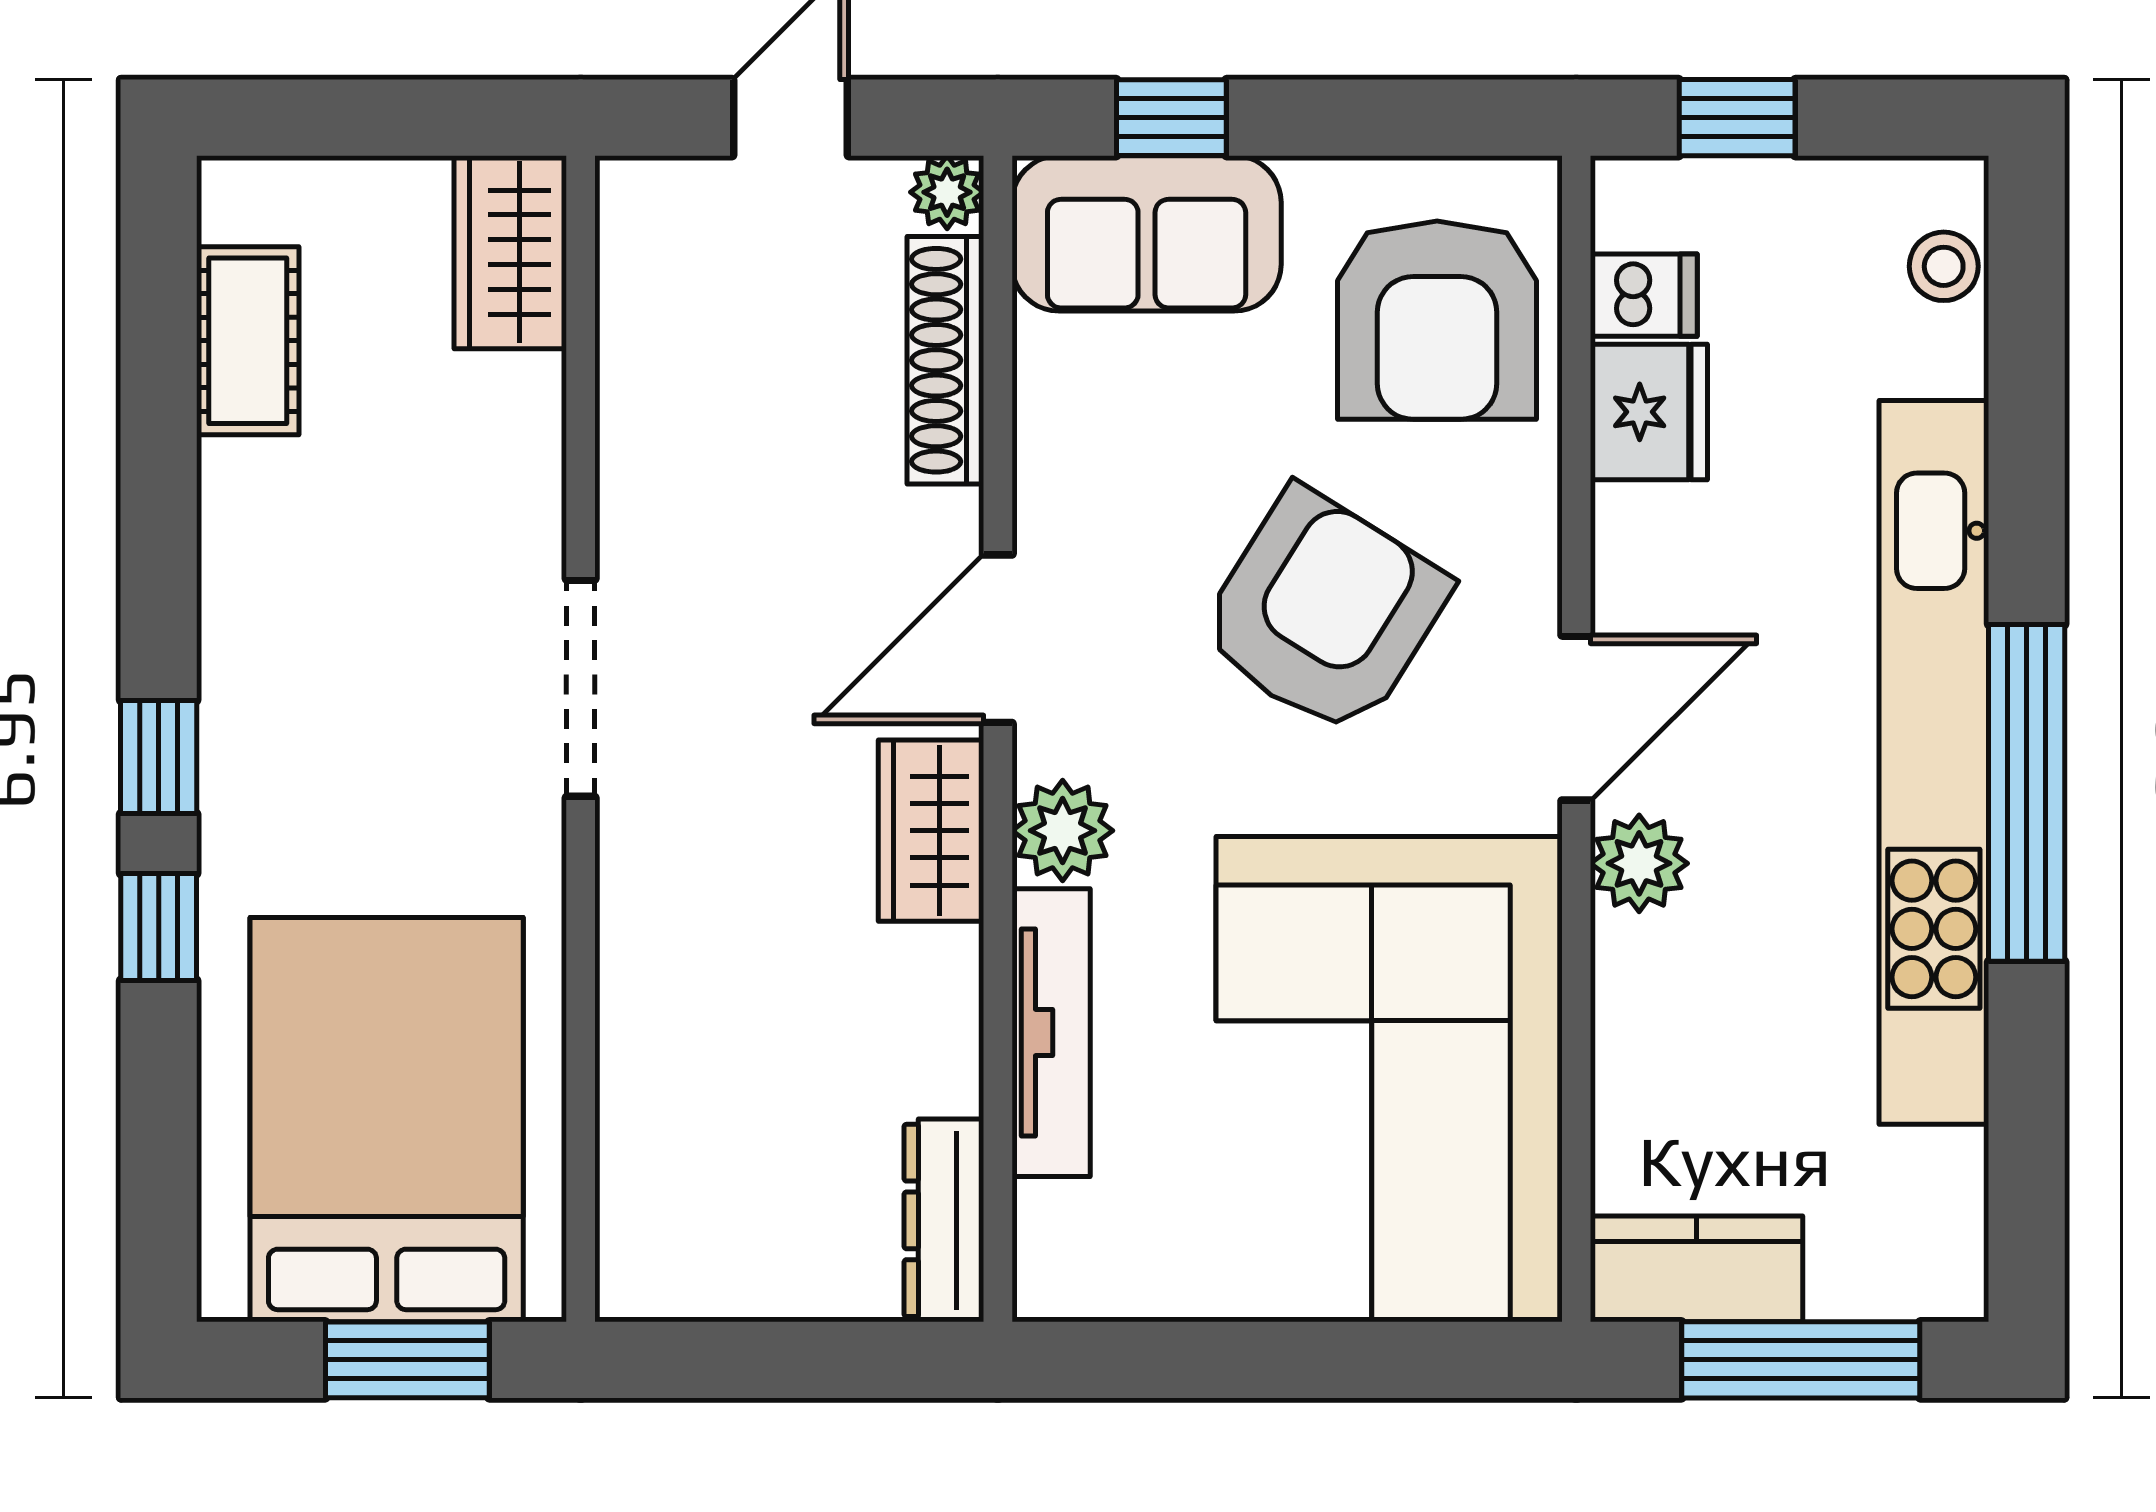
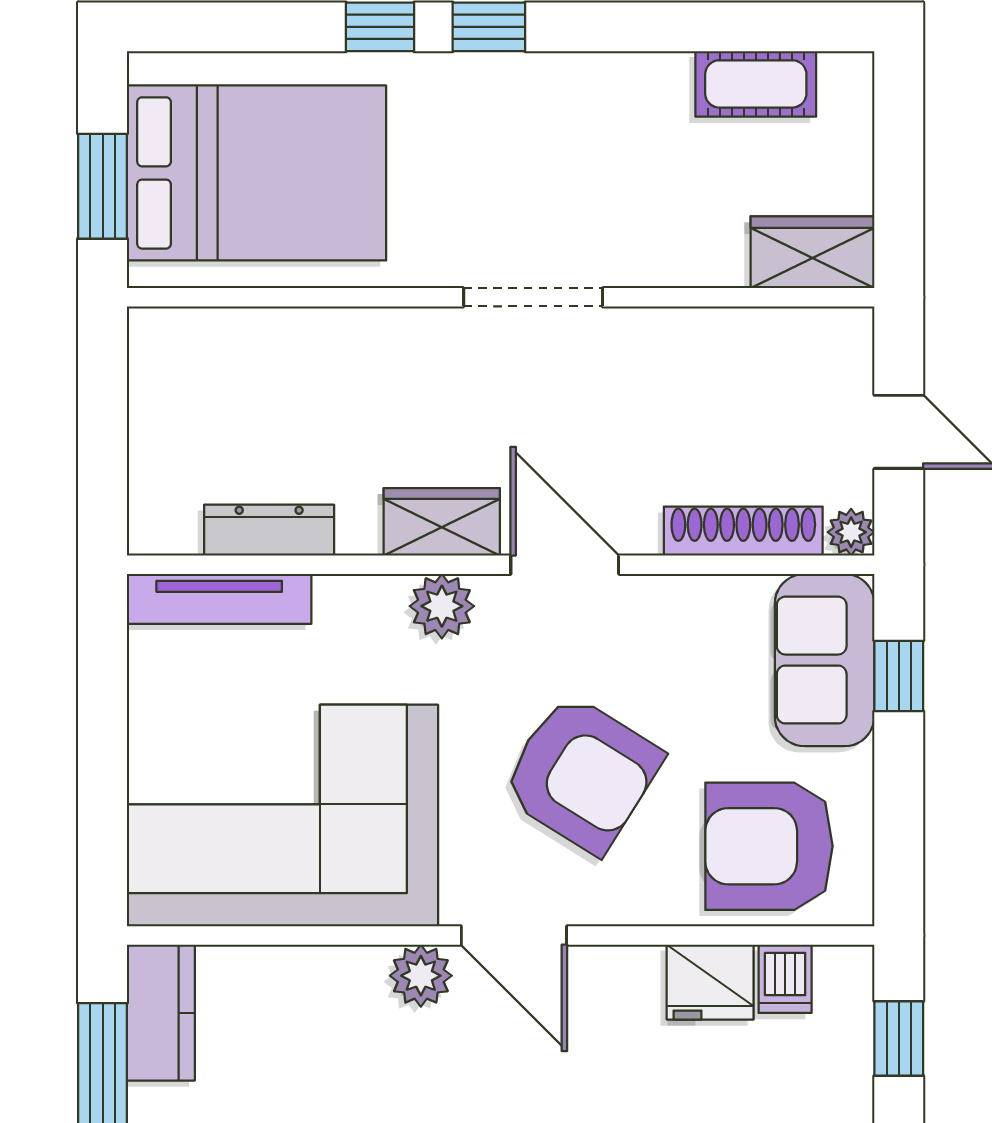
tv unit: (1051, 1033) -> (219, 599), moved
dresser: (944, 1220) -> (269, 530), moved

